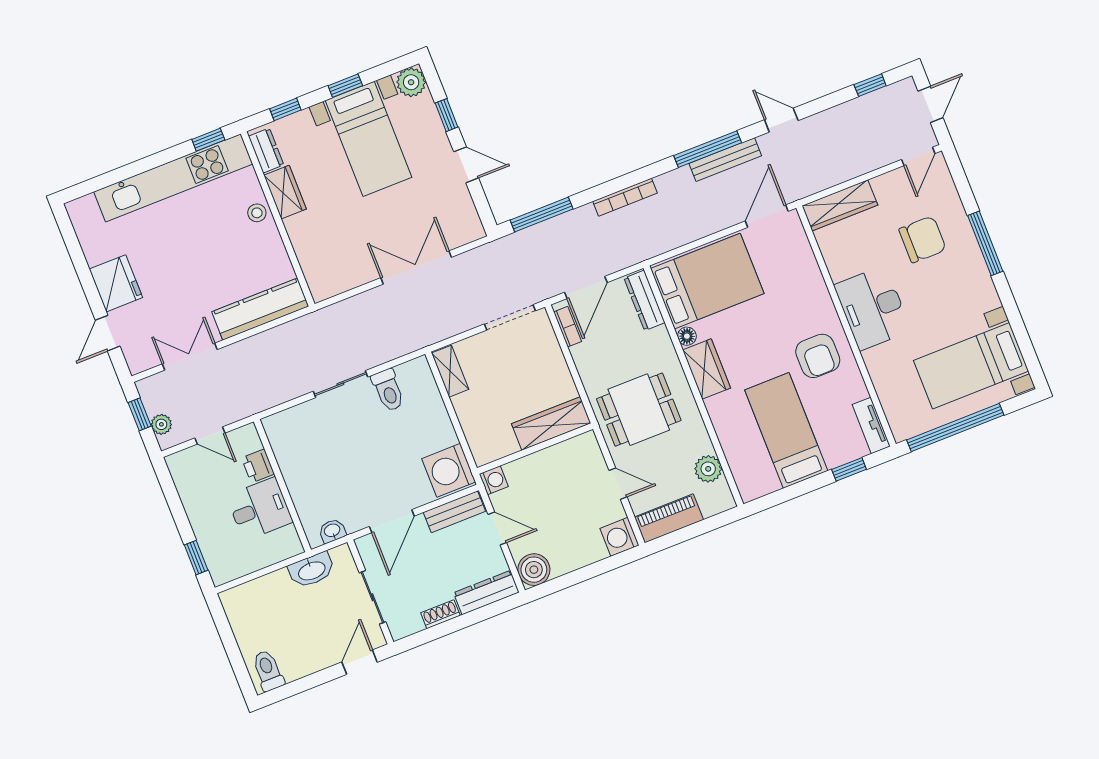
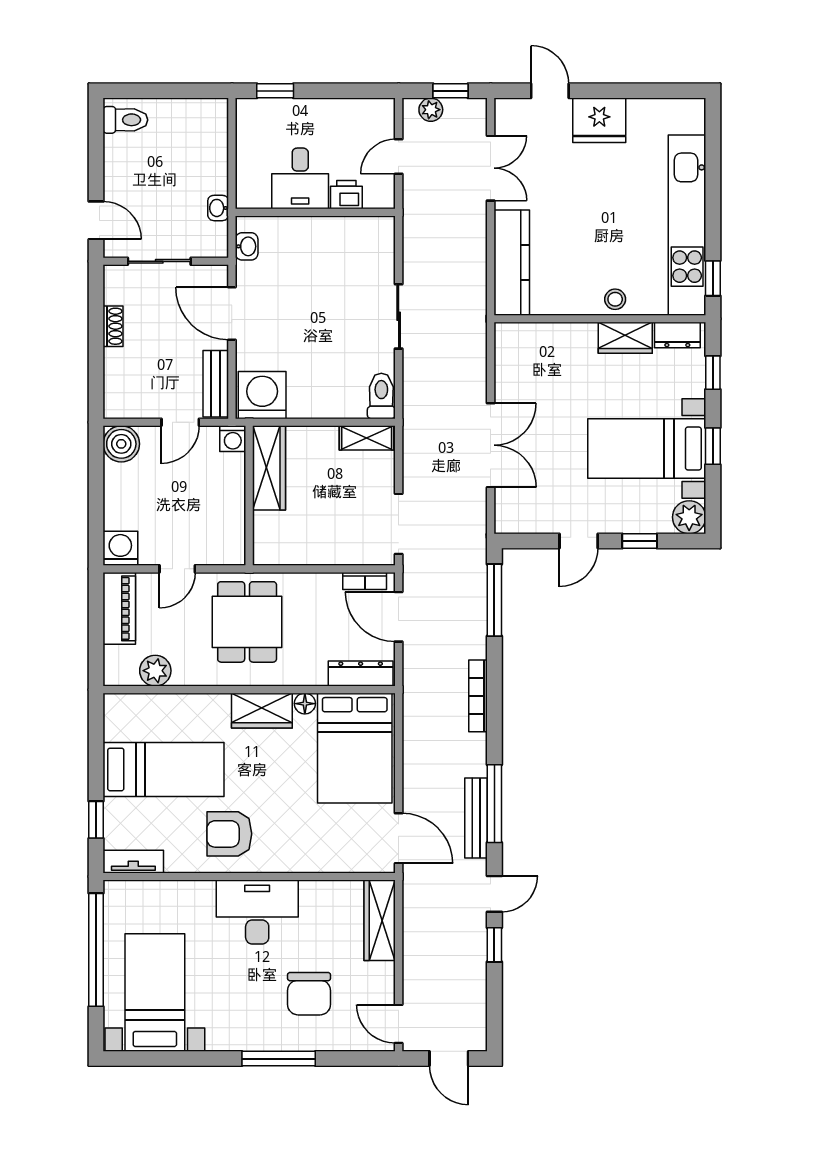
window: (870, 85) -> (494, 945), moved
toilet: (388, 390) -> (381, 396), moved, turned 90
wardrobe: (551, 423) -> (269, 468), moved
washbasin: (312, 570) -> (218, 208), width x0.52, depth x0.69
dresser: (486, 593) -> (117, 384), removed

